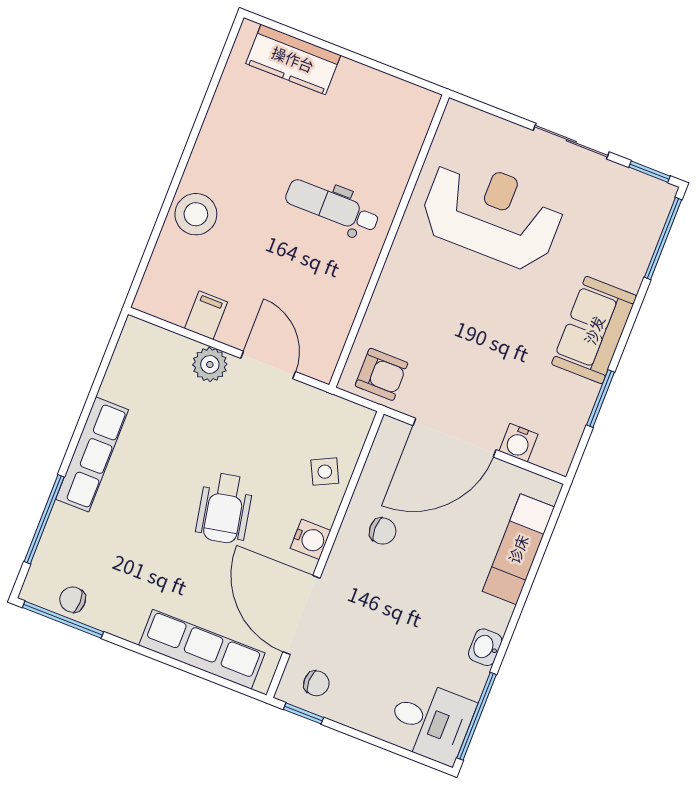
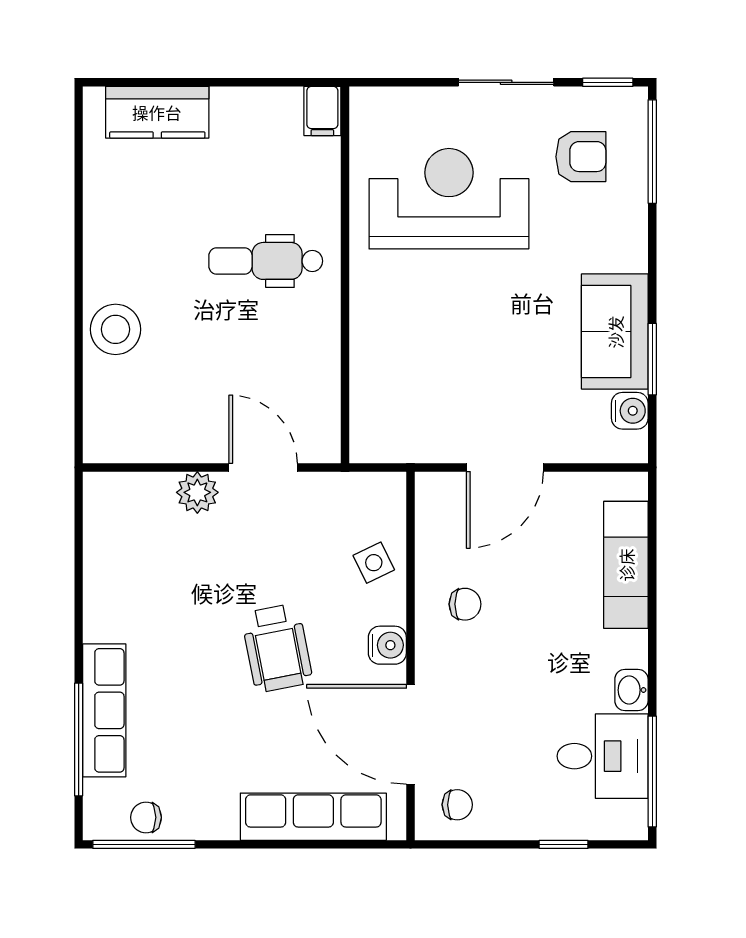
filing cabinet: (206, 315) -> (322, 111), moved, turned 180
sofa: (594, 330) -> (615, 332), moved
armchair: (381, 374) -> (581, 157), moved
door: (455, 438) -> (505, 467), width x0.73
water cooler: (519, 443) -> (630, 411), moved, turned -90
row of seats: (92, 454) -> (104, 710), moved
window: (303, 713) -> (564, 844), moved
desk: (430, 722) -> (603, 756), moved

